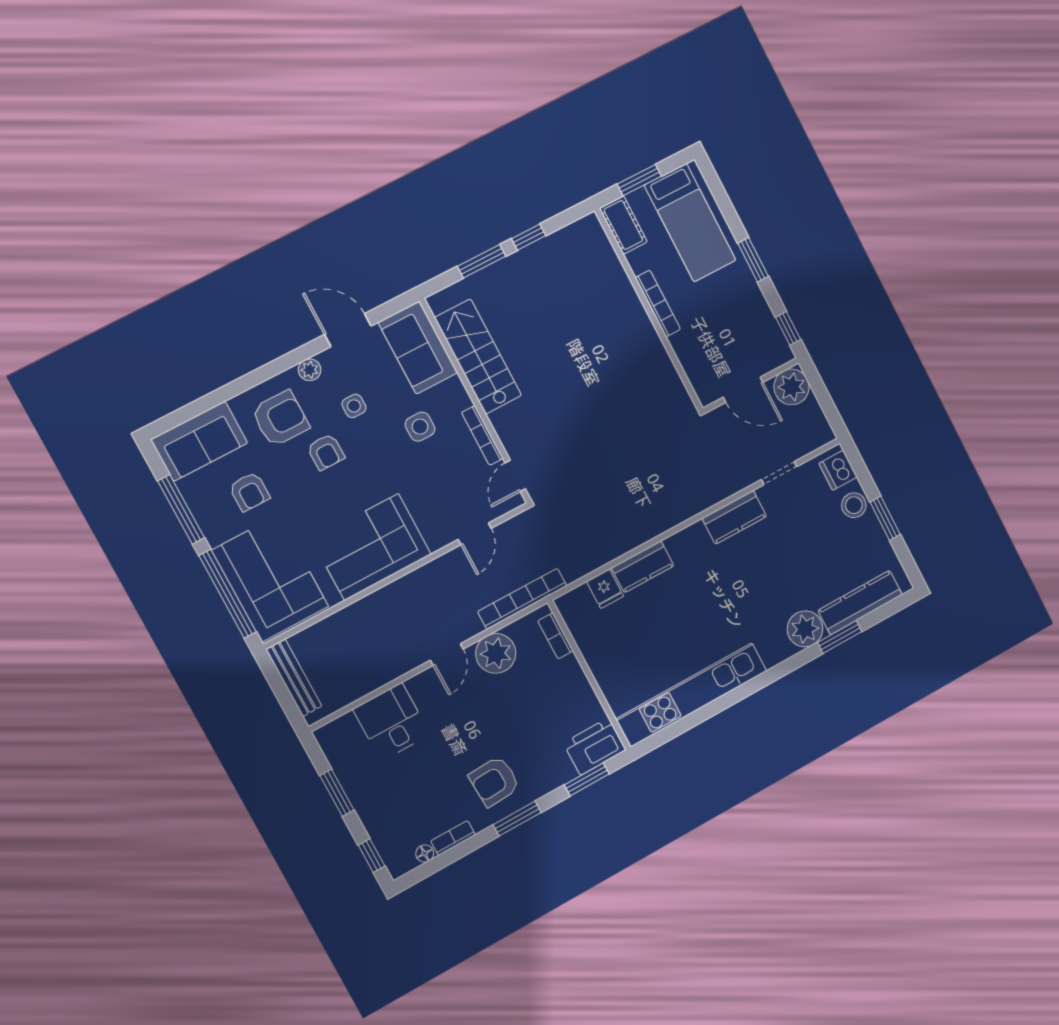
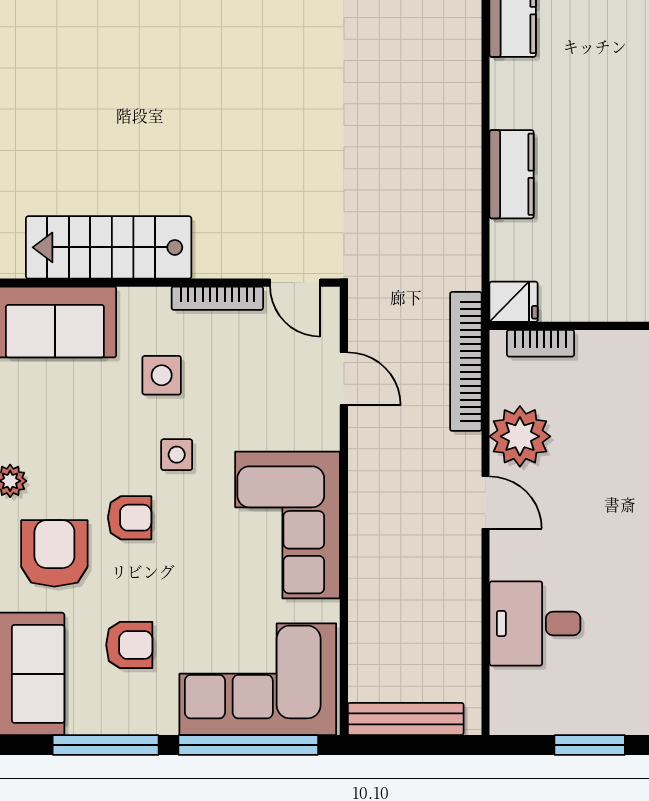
side table: (354, 406) -> (177, 455), moved
fridge: (605, 589) -> (514, 302), moved

